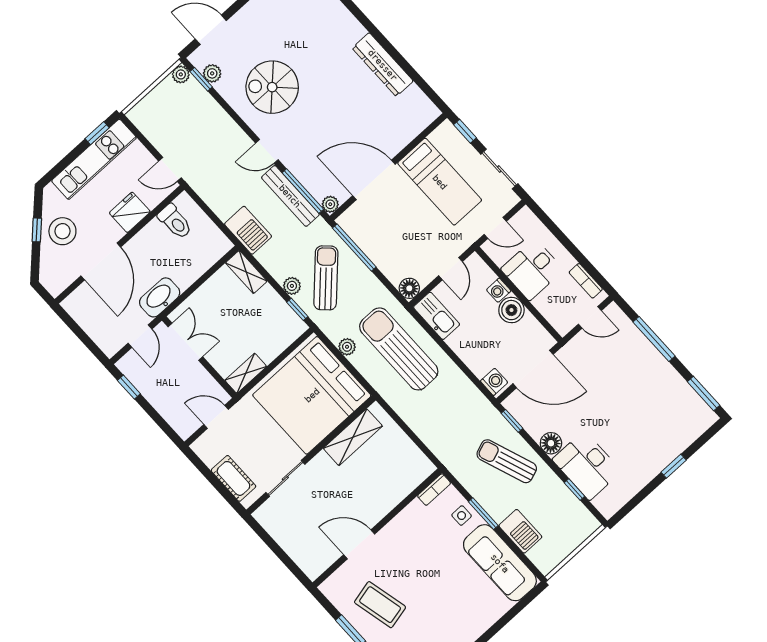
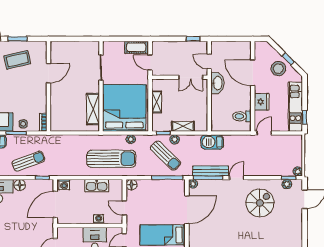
shelving: (246, 272) -> (183, 126), moved
boiler: (511, 310) -> (86, 217), removed
kitchen sink: (437, 316) -> (97, 186), moved
shelving: (246, 373) -> (157, 102), moved
door: (216, 417) -> (150, 62), swing flipped
cot: (233, 478) -> (136, 47), moved

